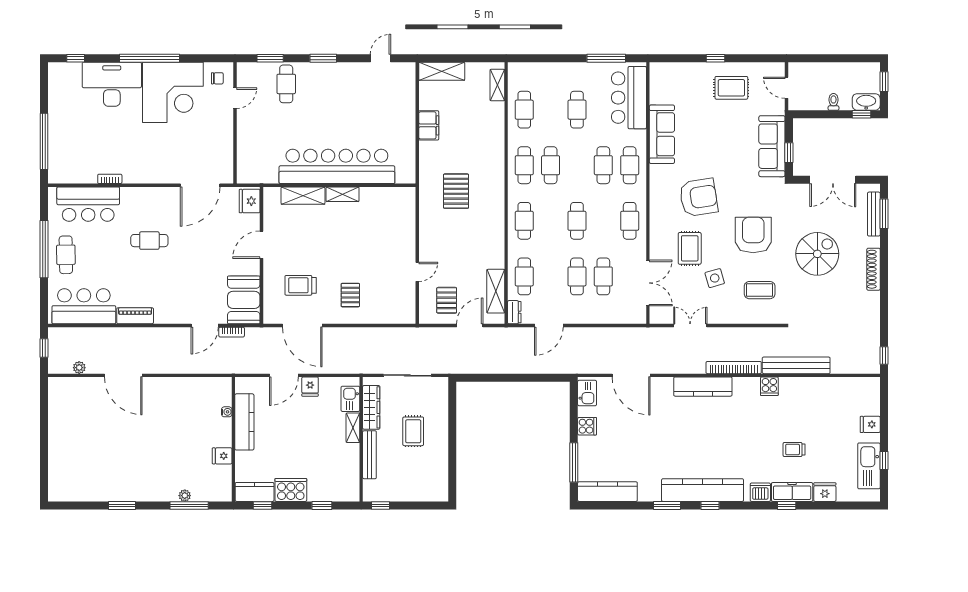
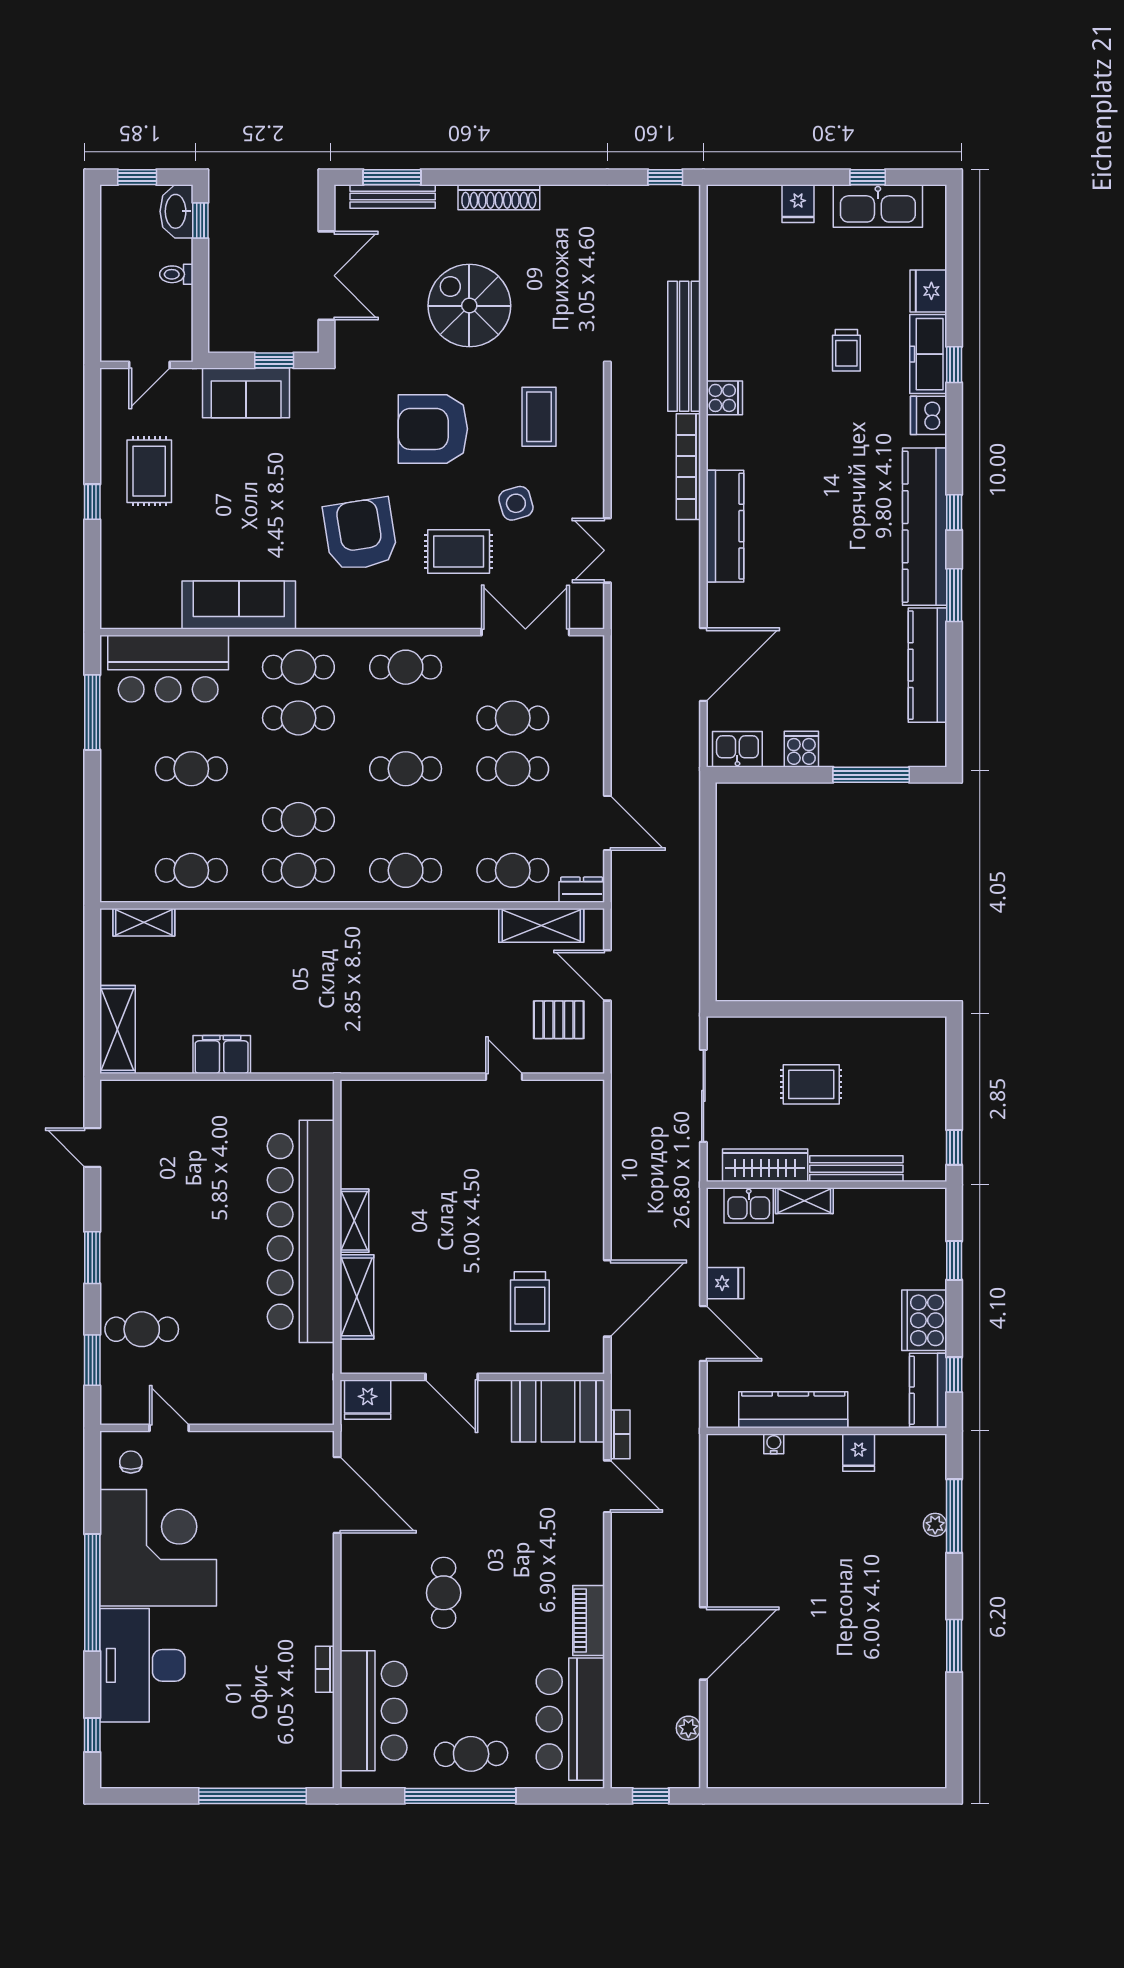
sofa: (772, 146) -> (246, 393), width x0.73
pallet: (456, 191) -> (348, 1002), removed
pallet: (350, 295) -> (549, 1206), removed
kitchen counter: (607, 492) -> (928, 665), moved

